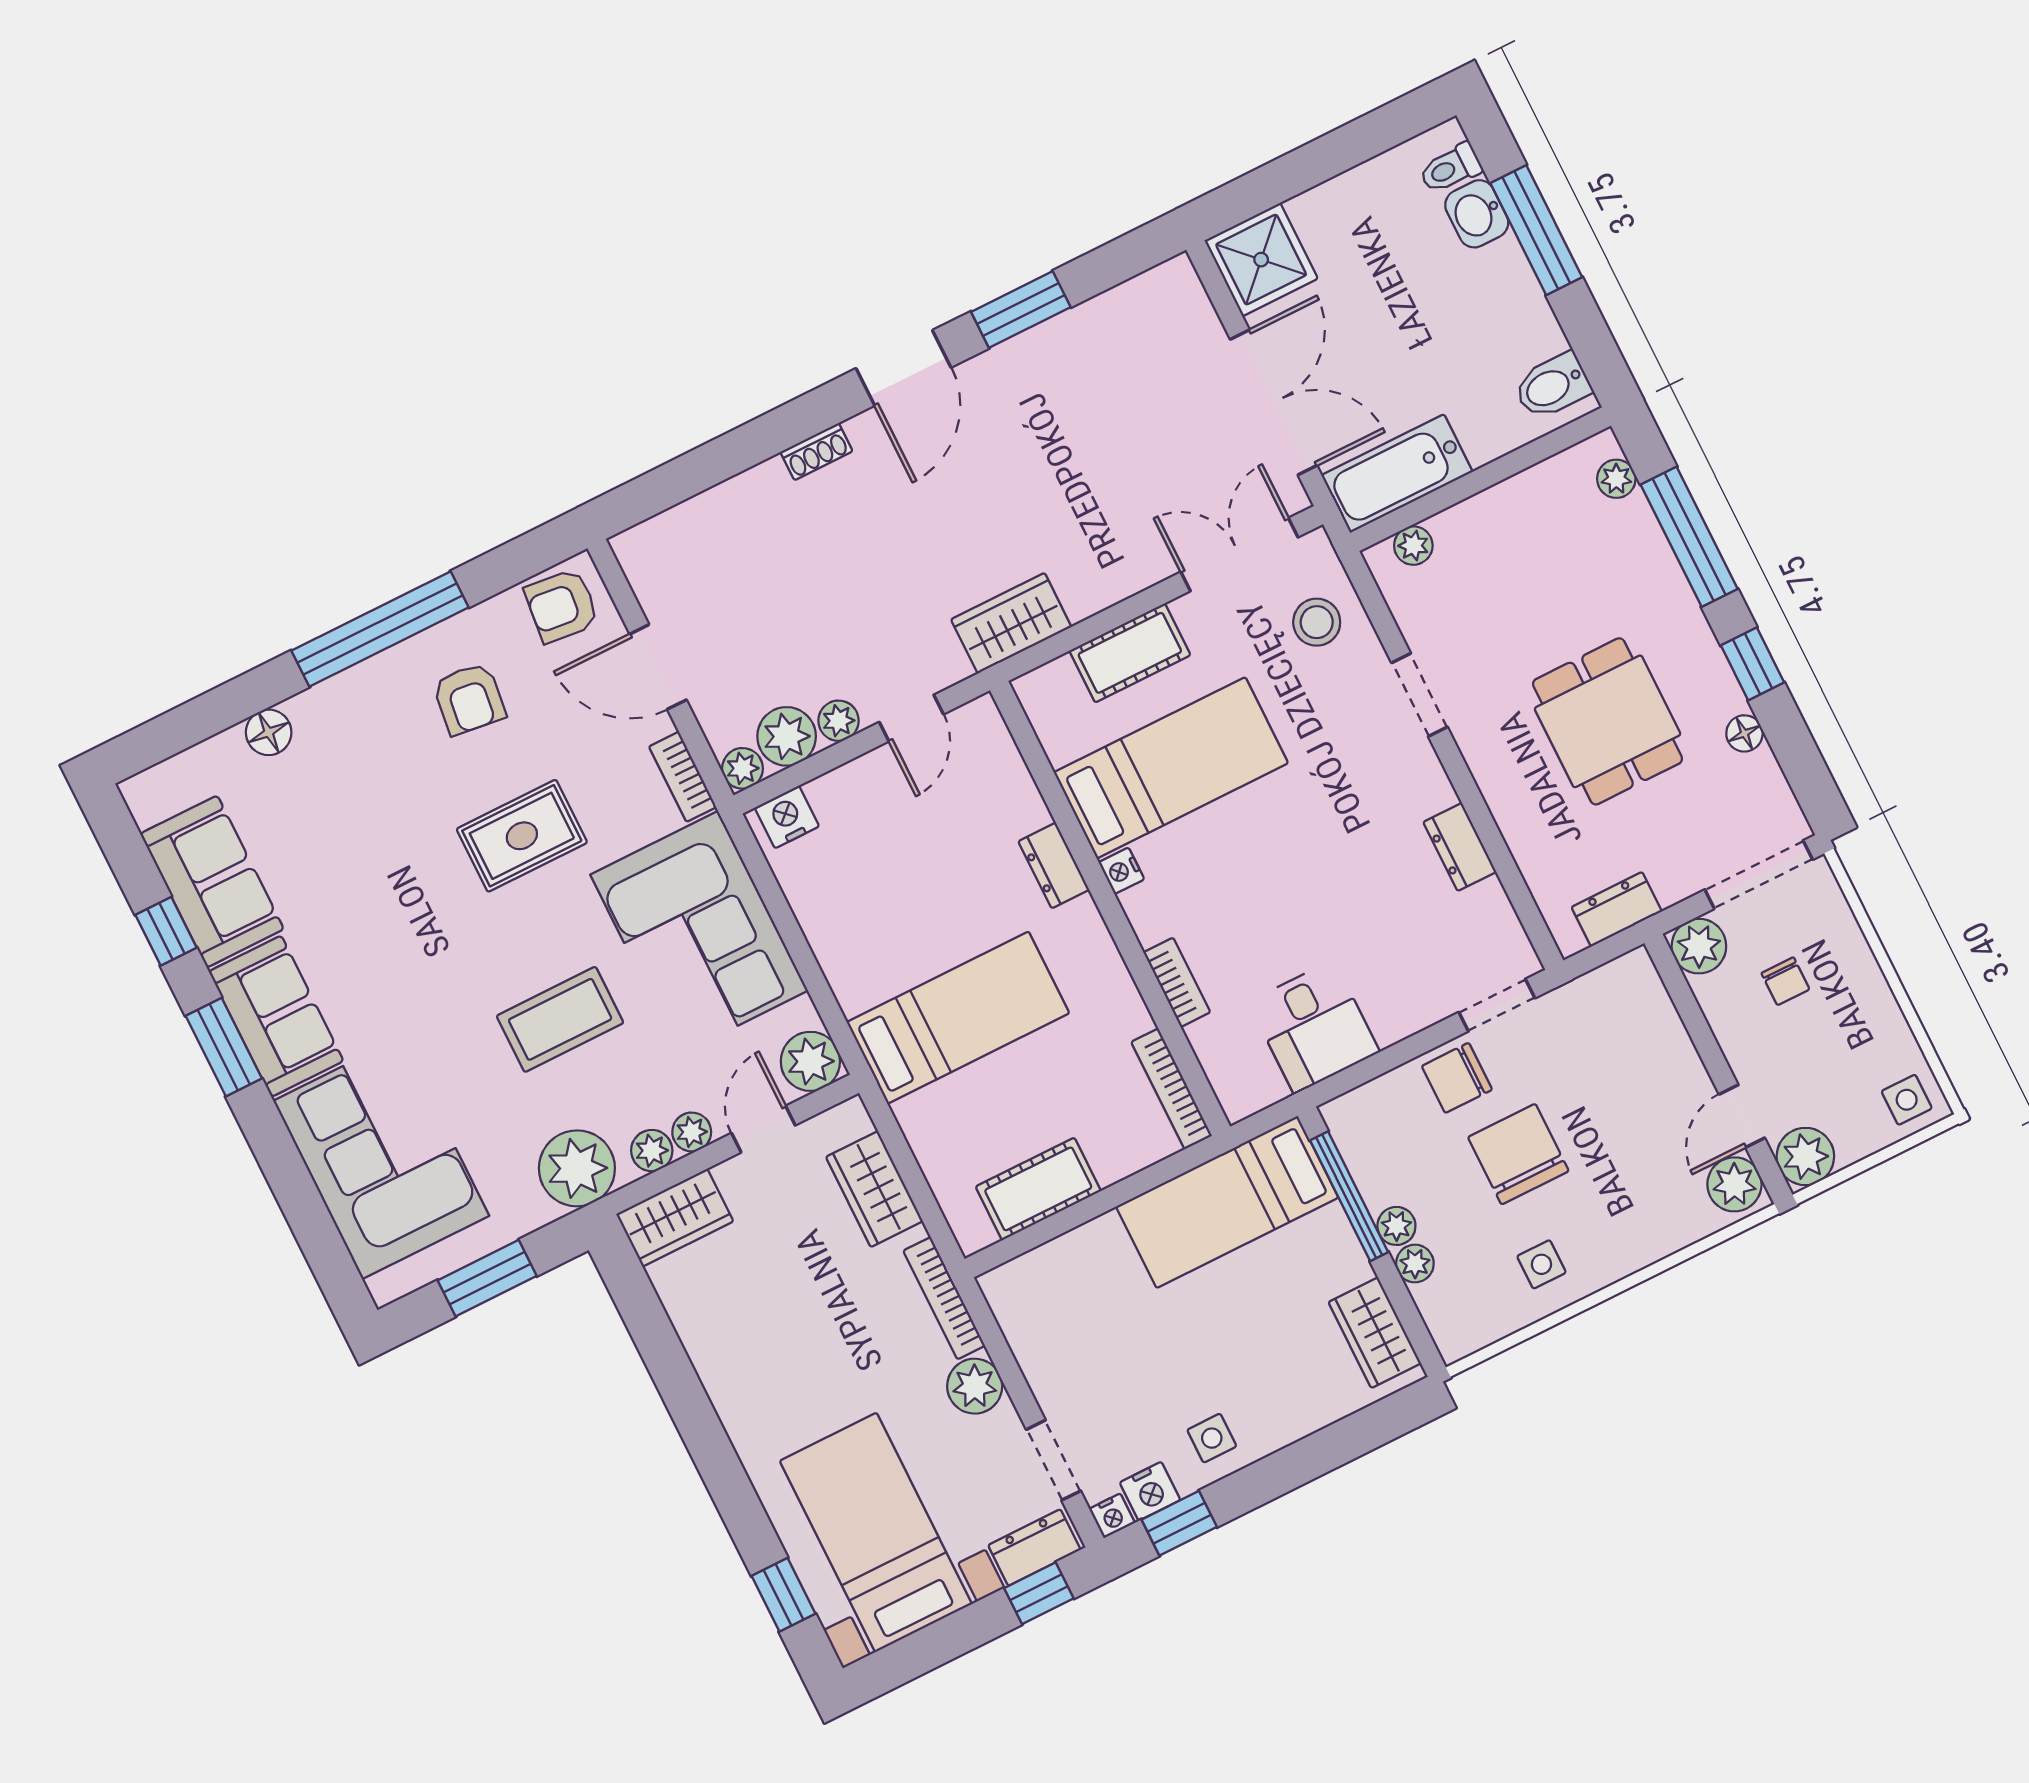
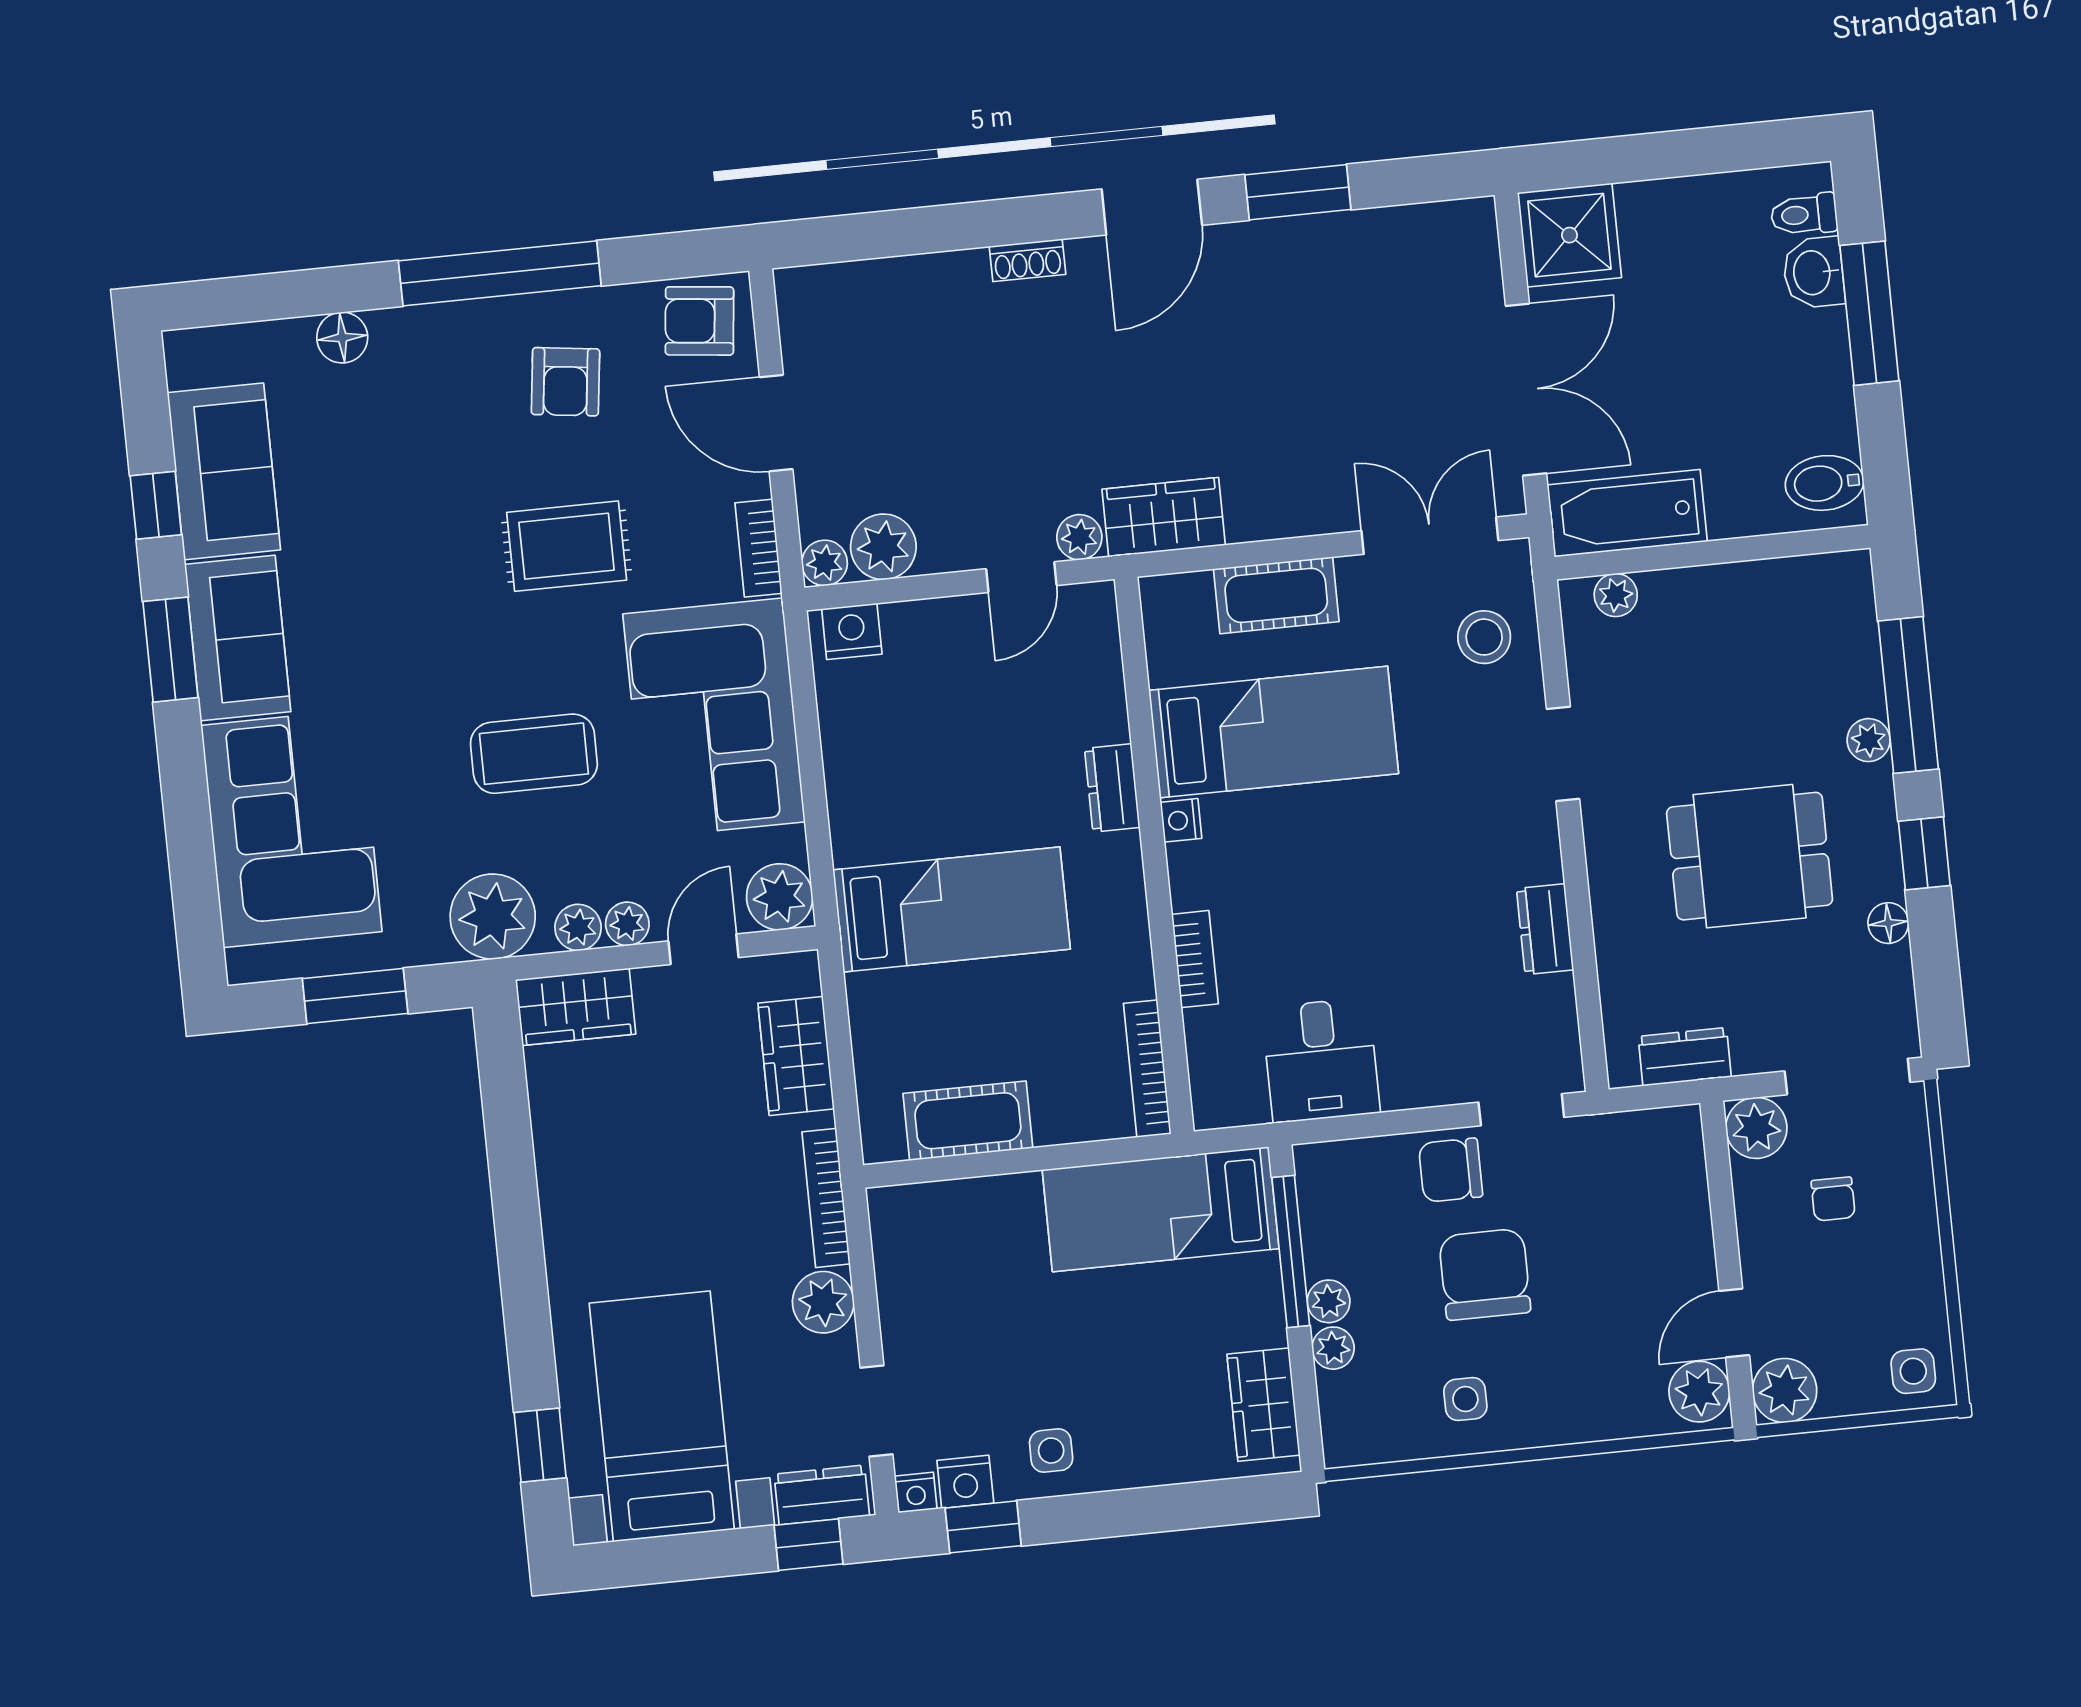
plant: (1616, 479) -> (1869, 740), moved
plant: (839, 721) -> (1079, 537), moved
dining table: (1608, 721) -> (1750, 856), turned 90

